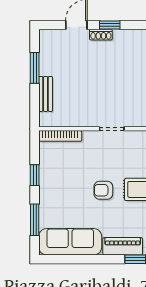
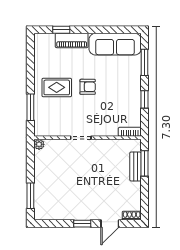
shoe rack: (101, 35) -> (132, 216), moved
window: (35, 68) -> (144, 163), moved
bookcase: (60, 136) -> (130, 132), width x0.64

